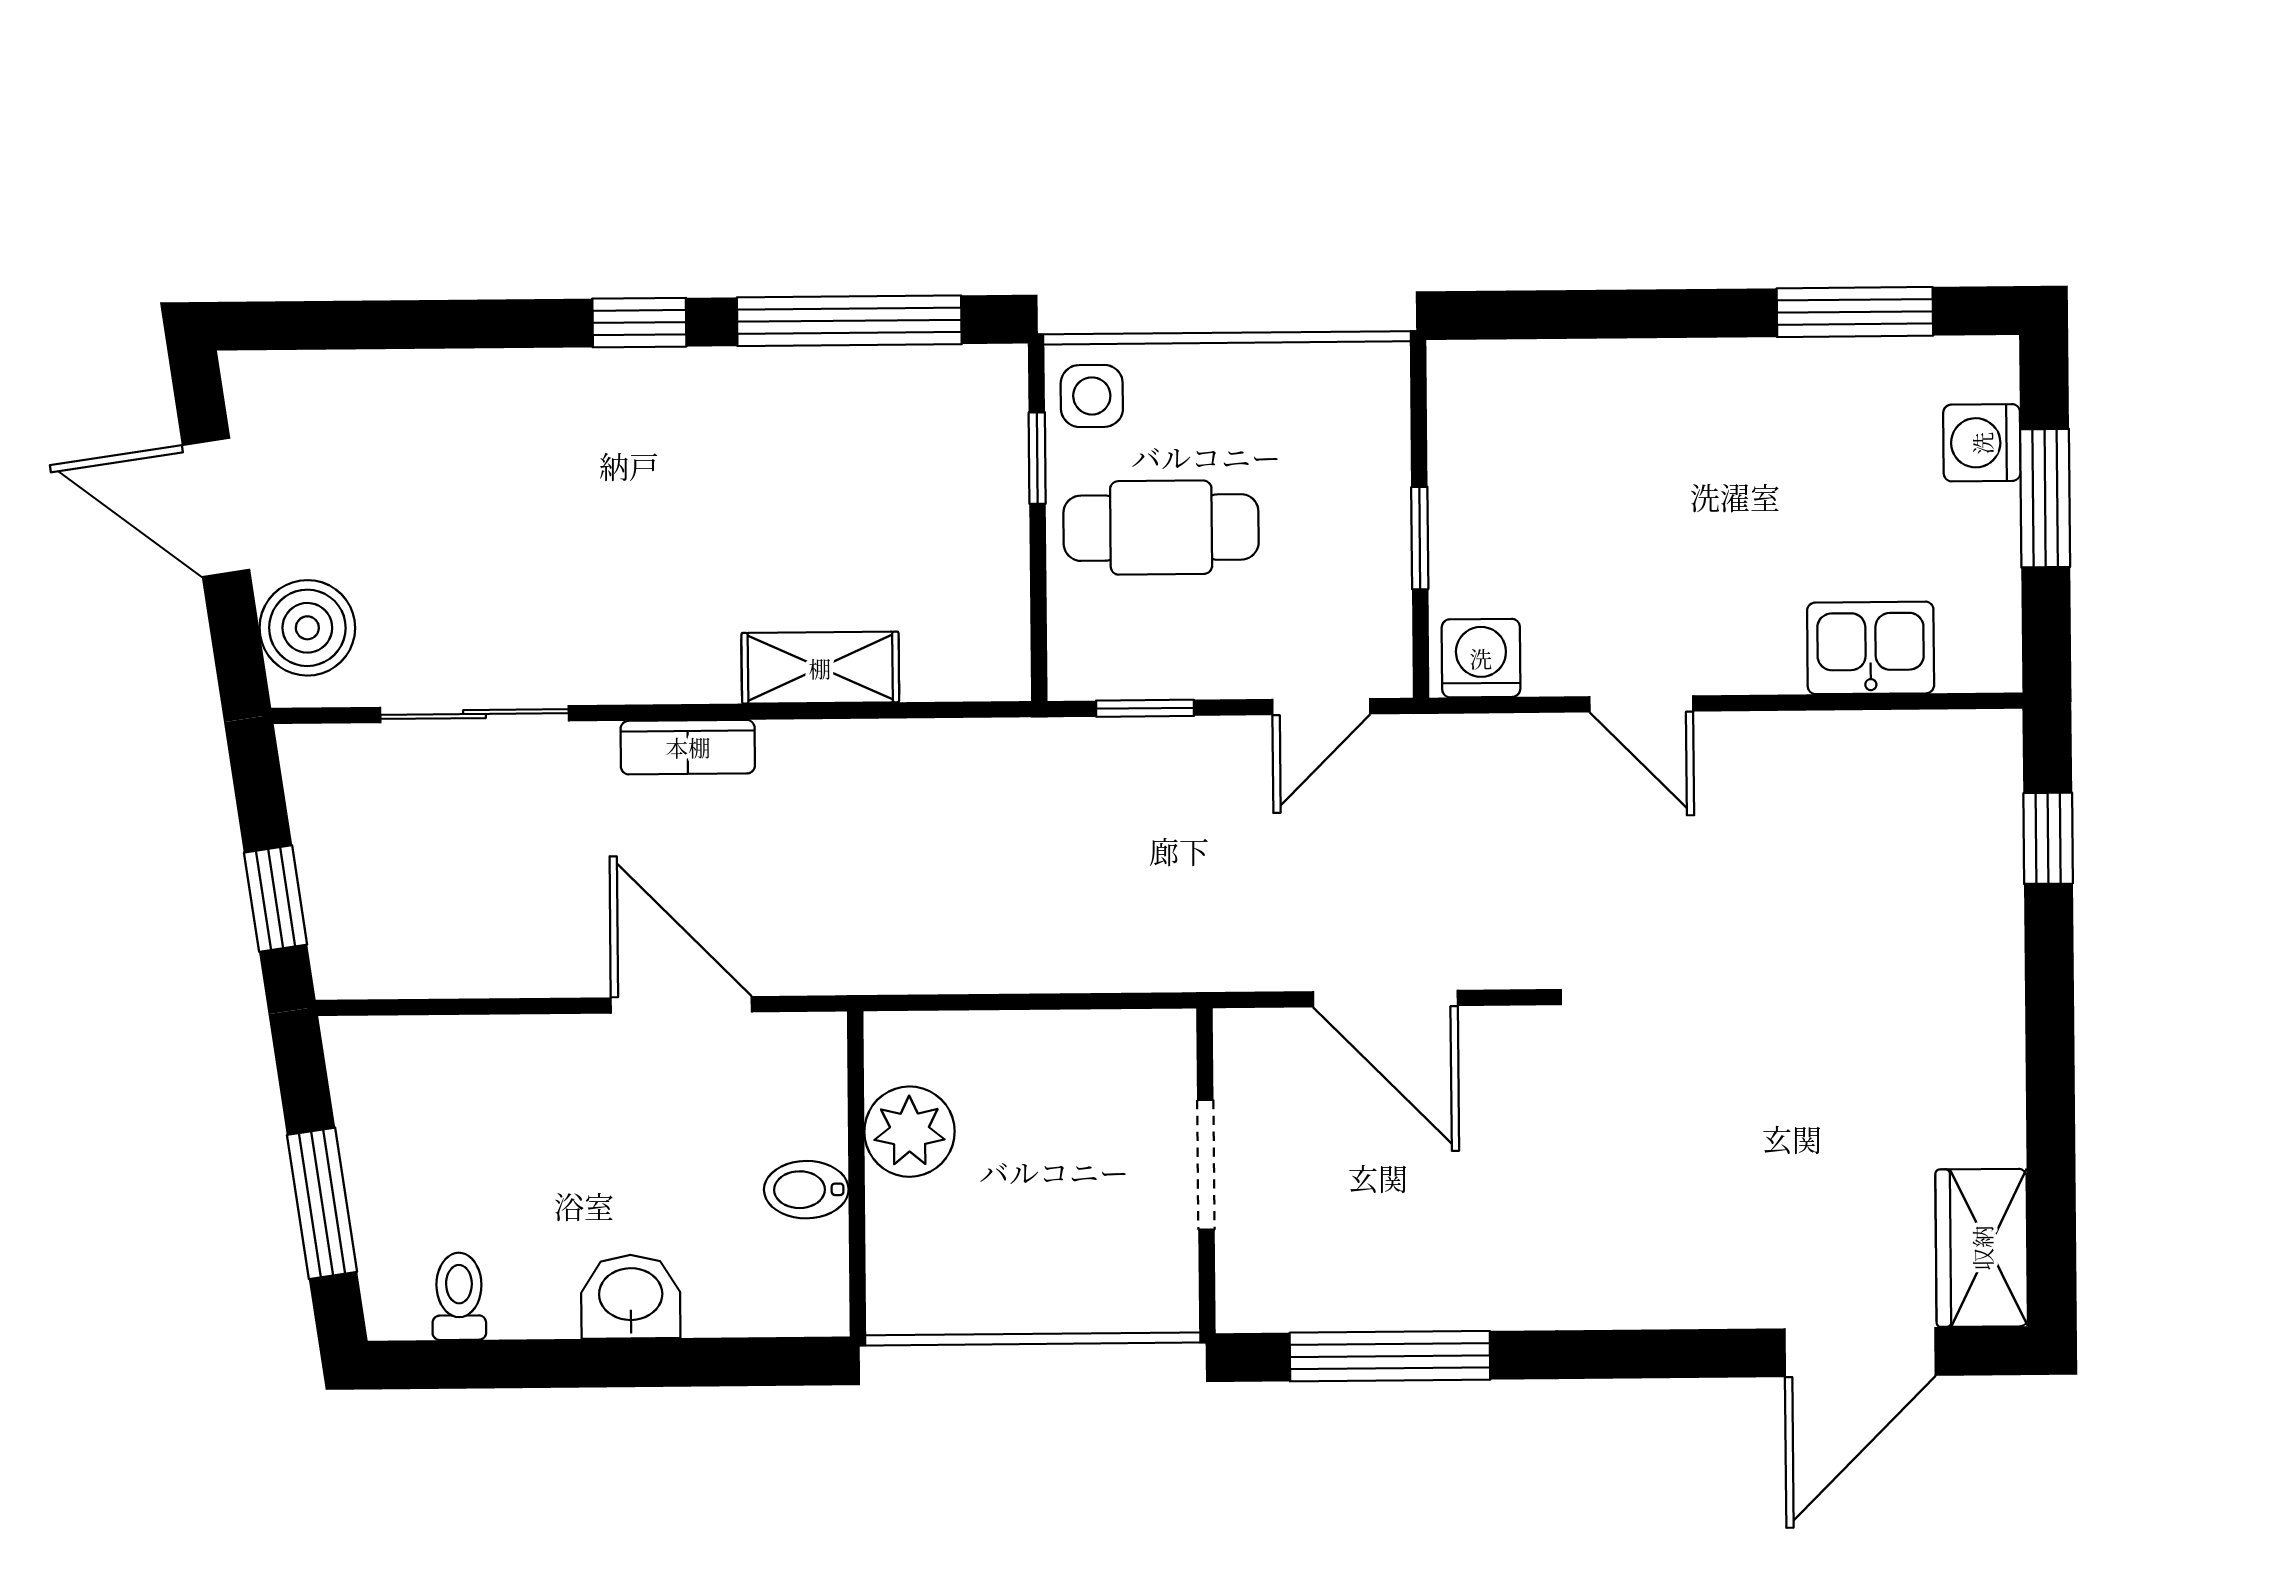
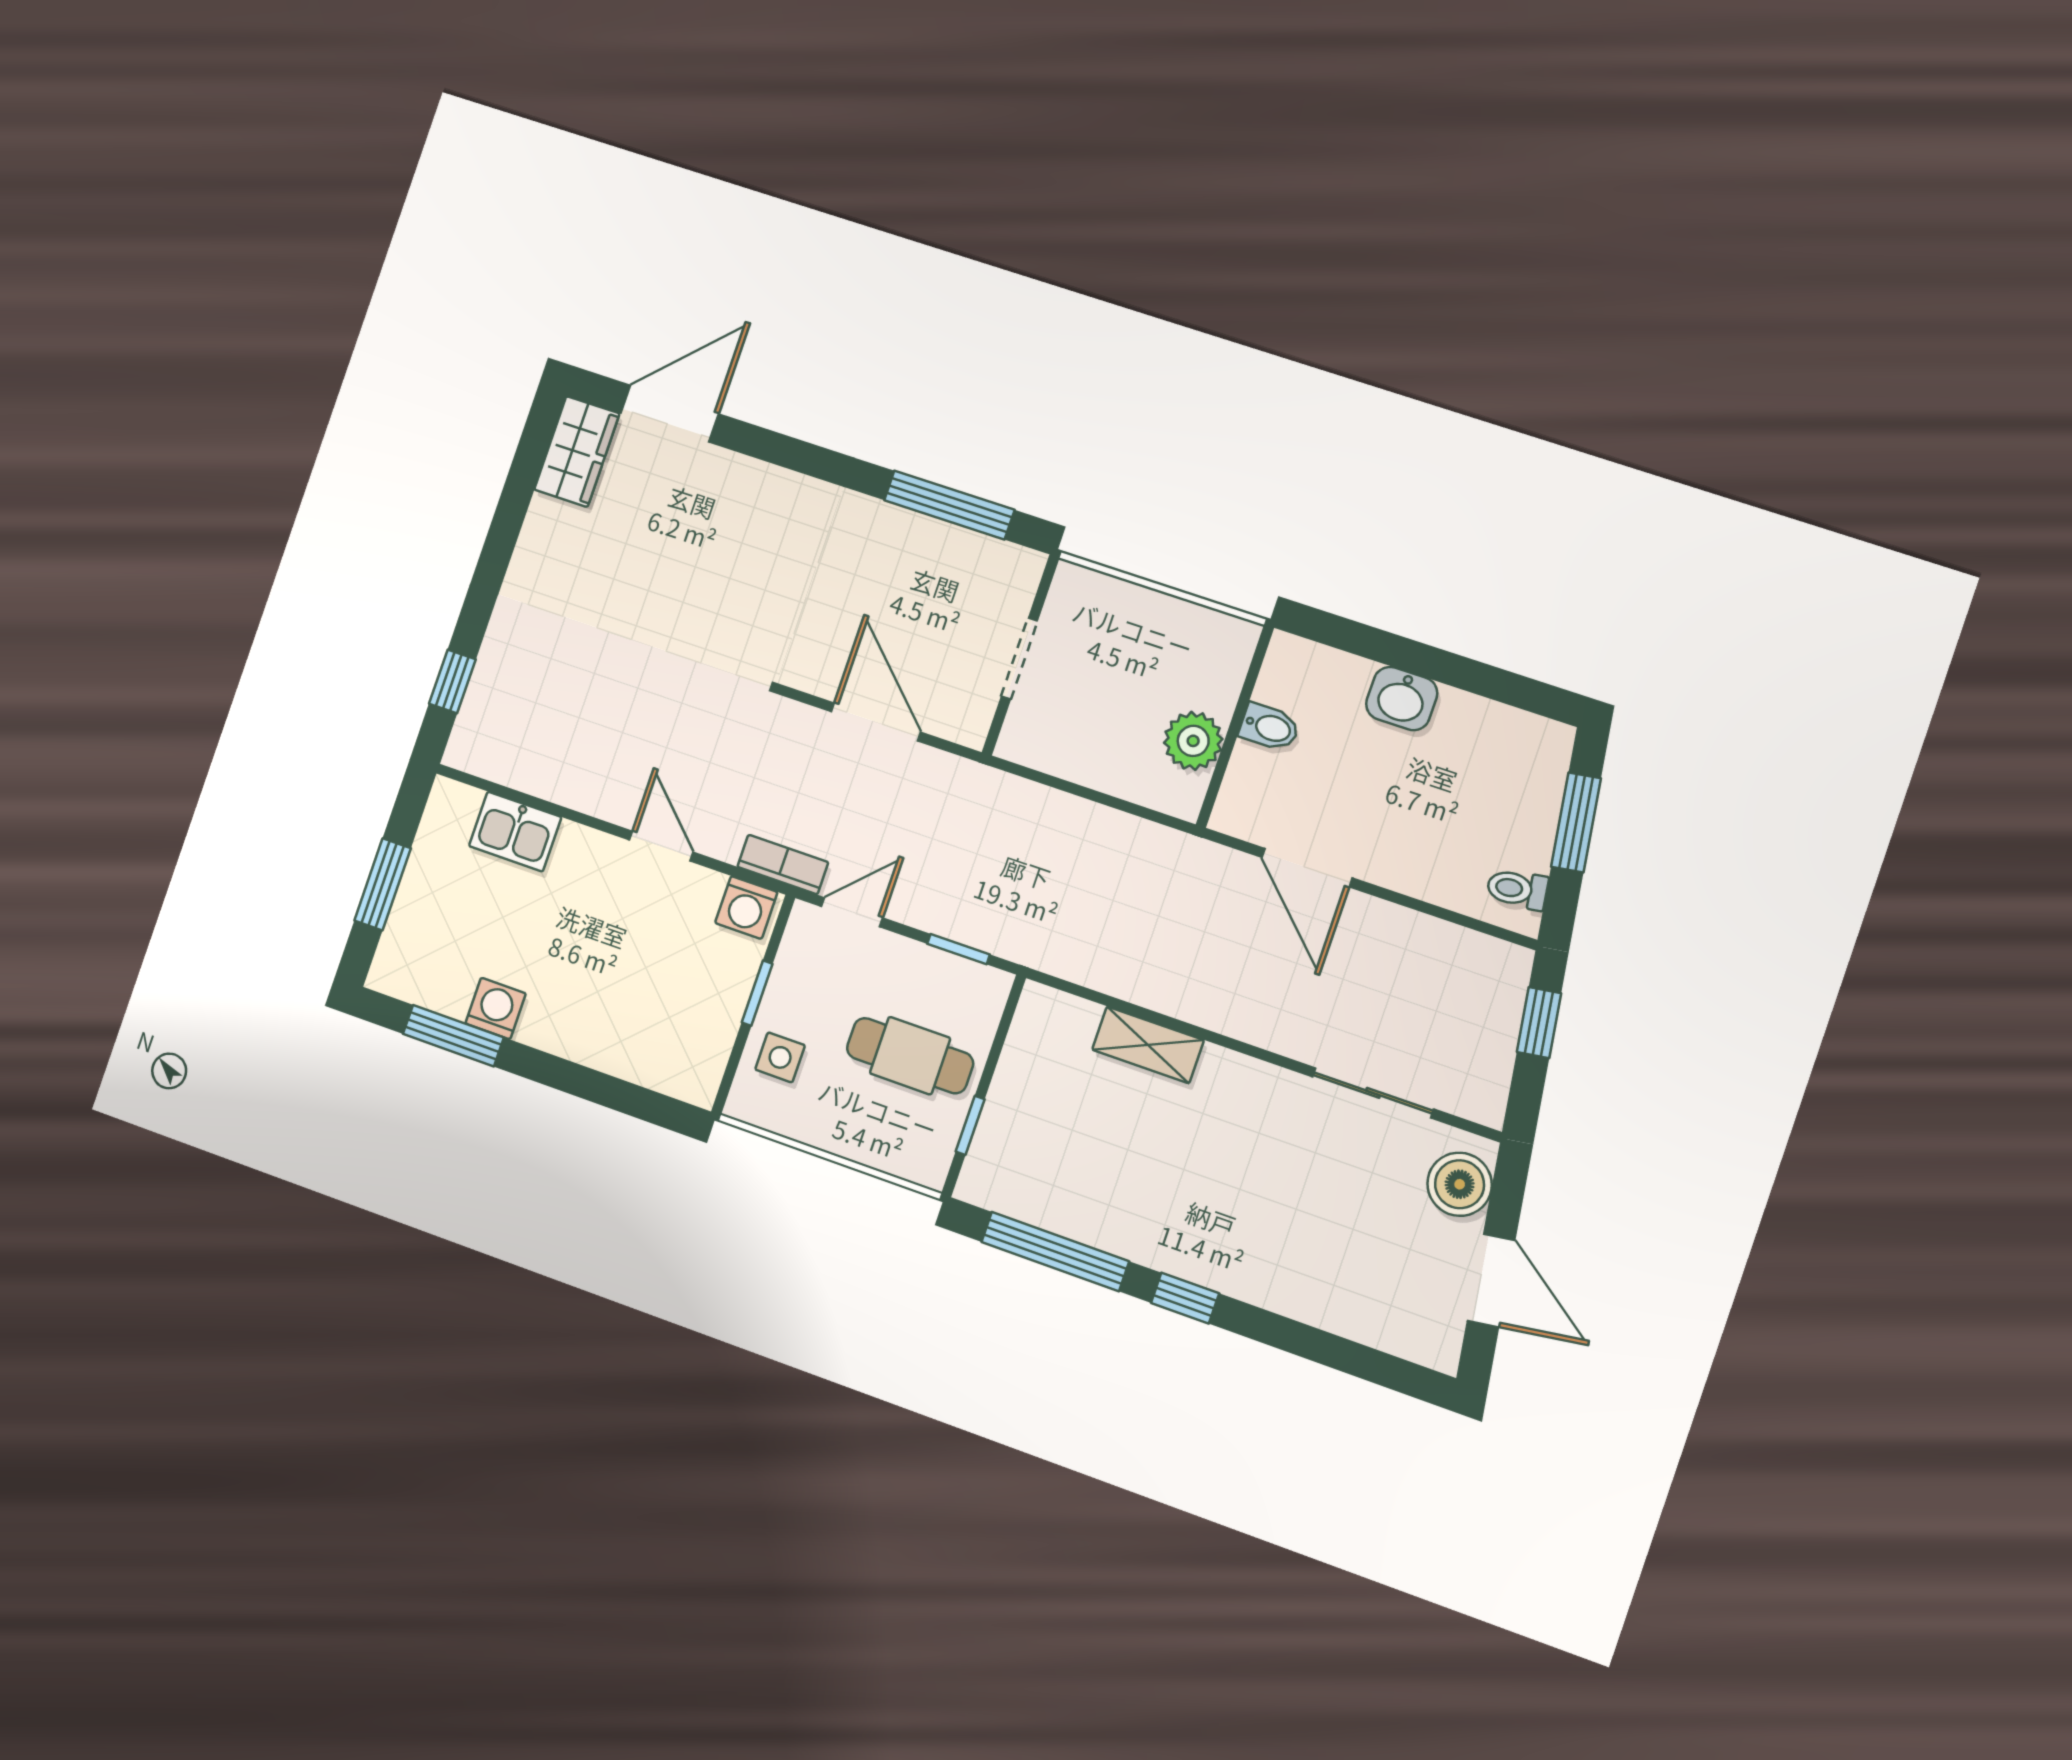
side table: (1092, 396) -> (780, 1057), moved
washing machine: (1982, 443) -> (496, 1008), moved, turned -90
bookcase: (688, 747) -> (783, 865), moved
toilet: (459, 1296) -> (1517, 889), moved, turned 82

